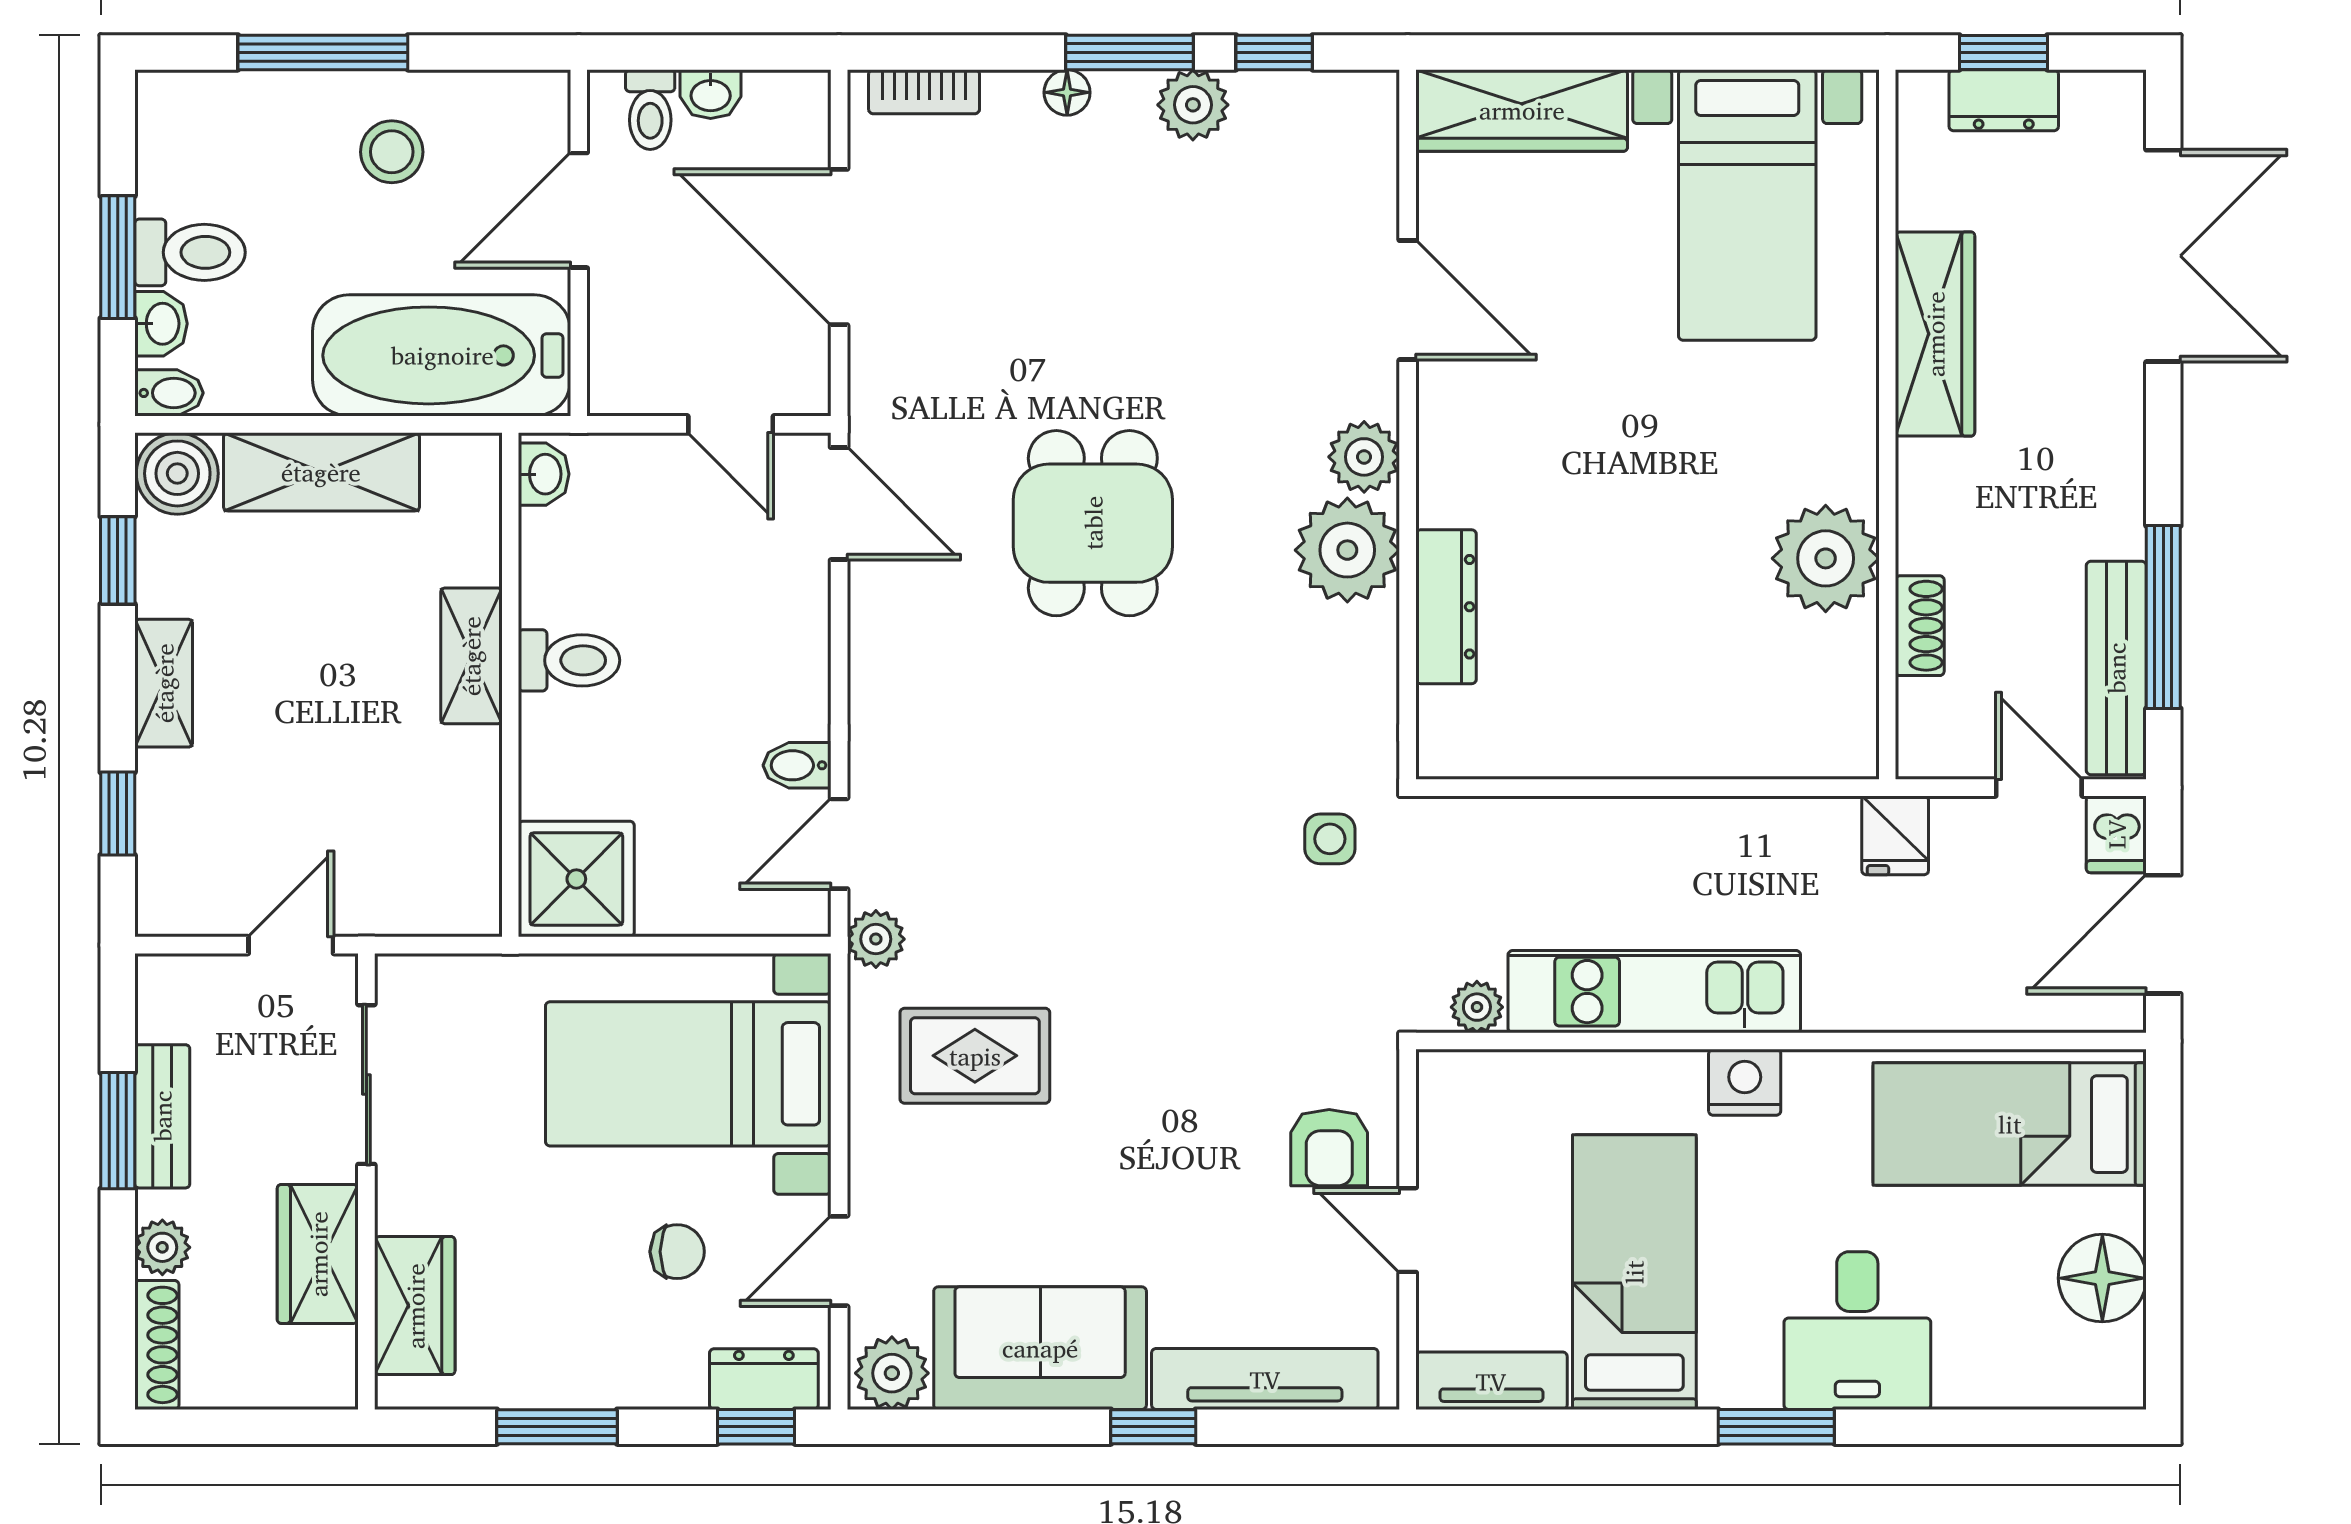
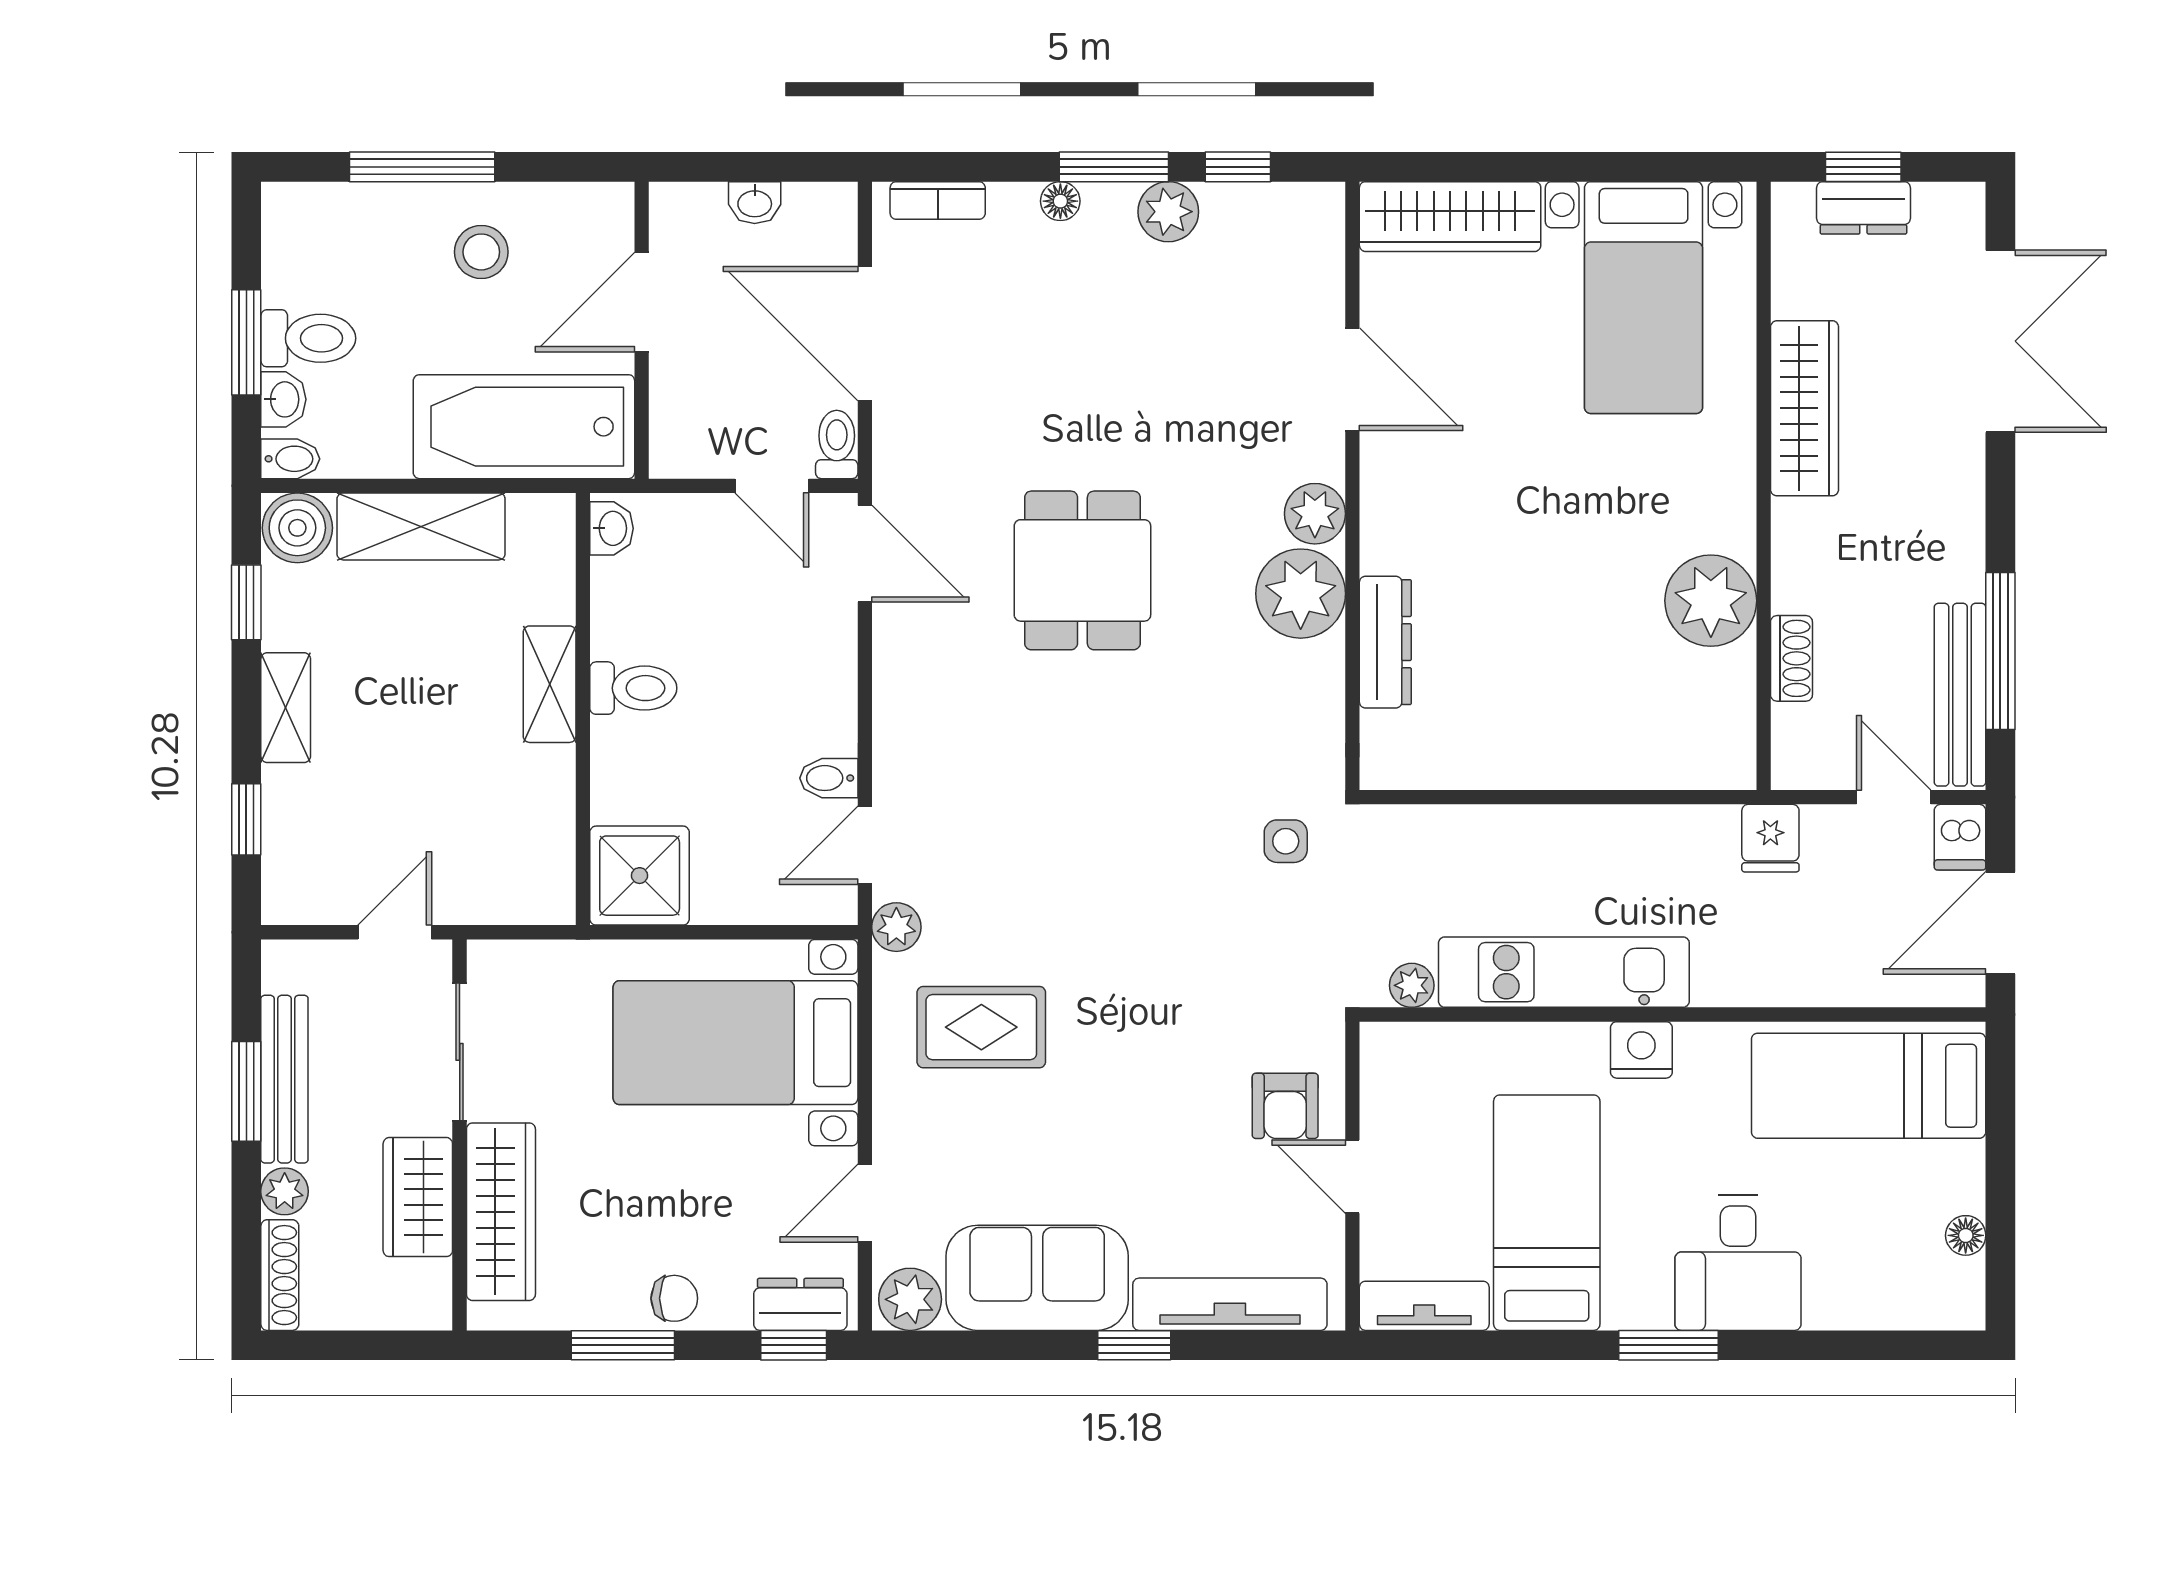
toilet: (650, 110) -> (837, 444), moved, turned 180
bench: (162, 1116) -> (284, 1079), width x1.36
chair: (677, 1252) -> (674, 1298), moved
floor lamp: (2102, 1278) -> (1966, 1235), width x0.53, depth x0.53
wardrobe: (415, 1306) -> (501, 1212), width x1.50

